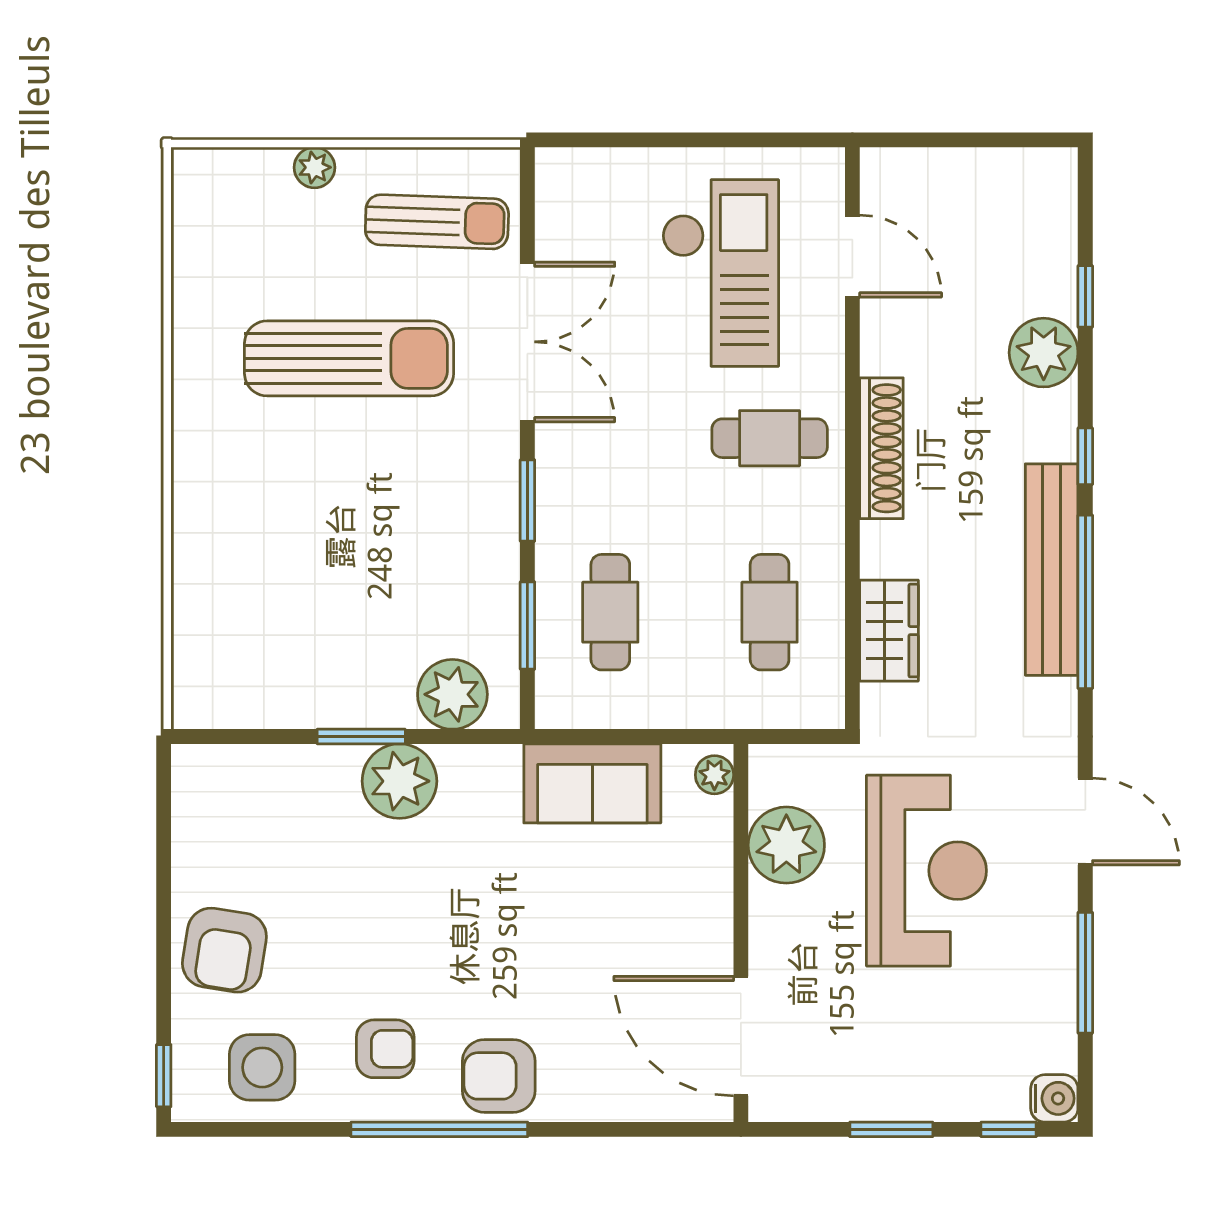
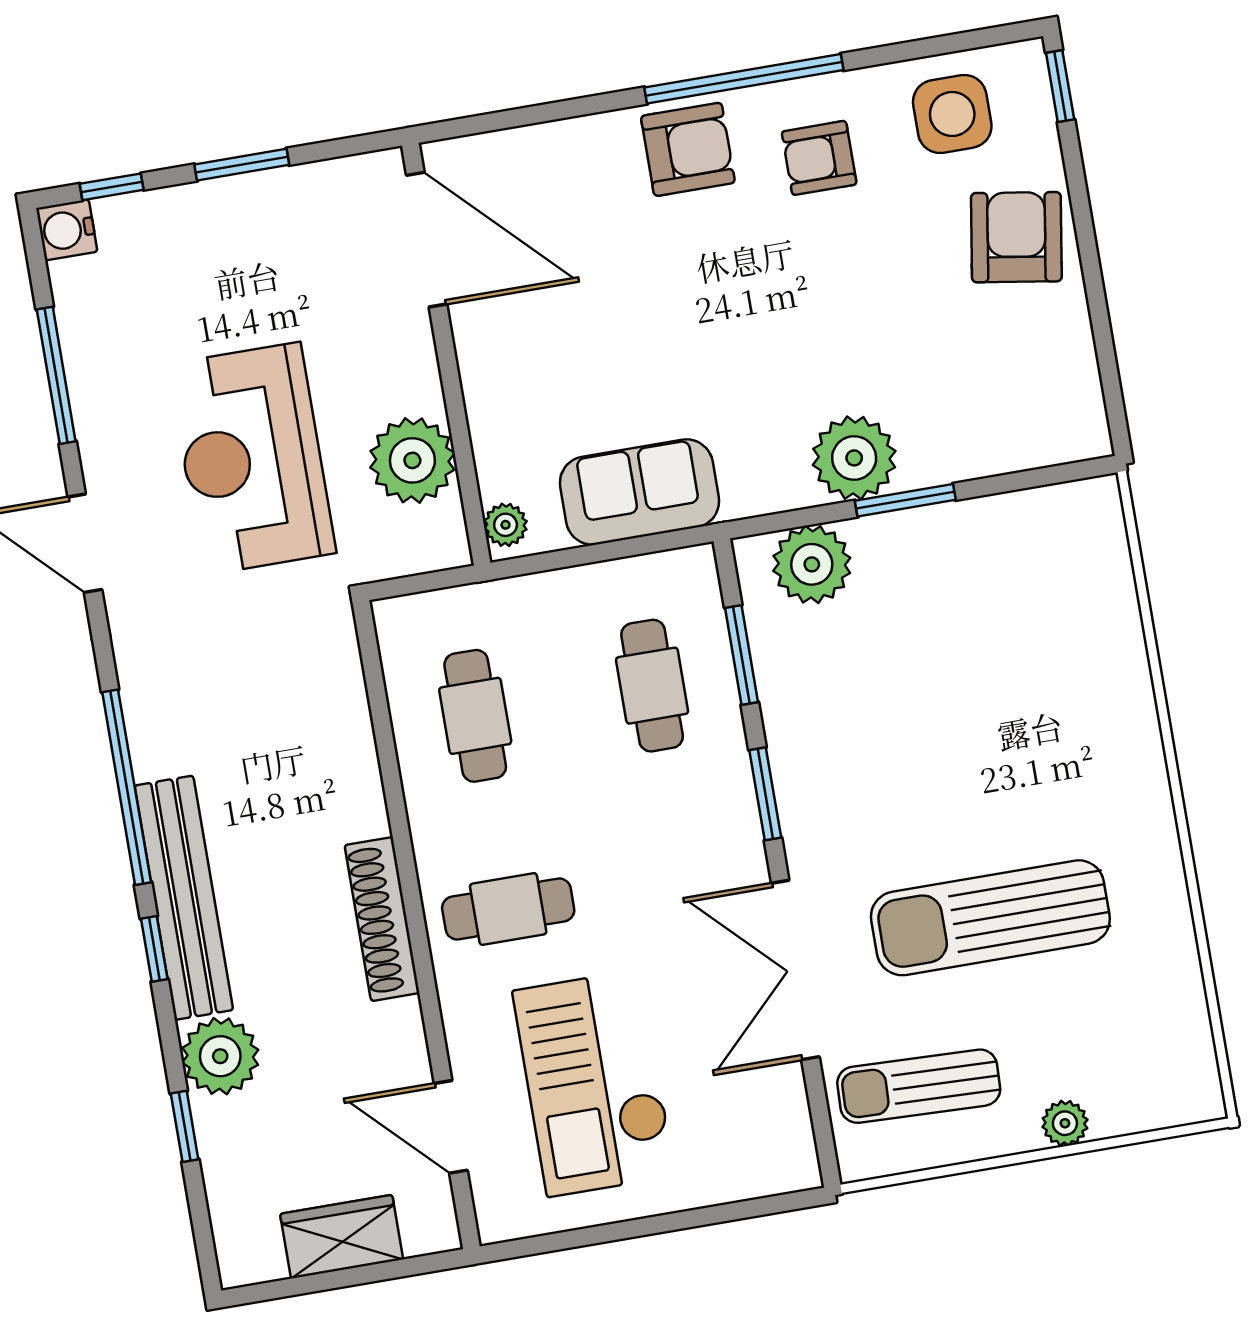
bench: (1052, 570) -> (184, 898), moved
wardrobe: (889, 631) -> (342, 1237), moved, turned 90

